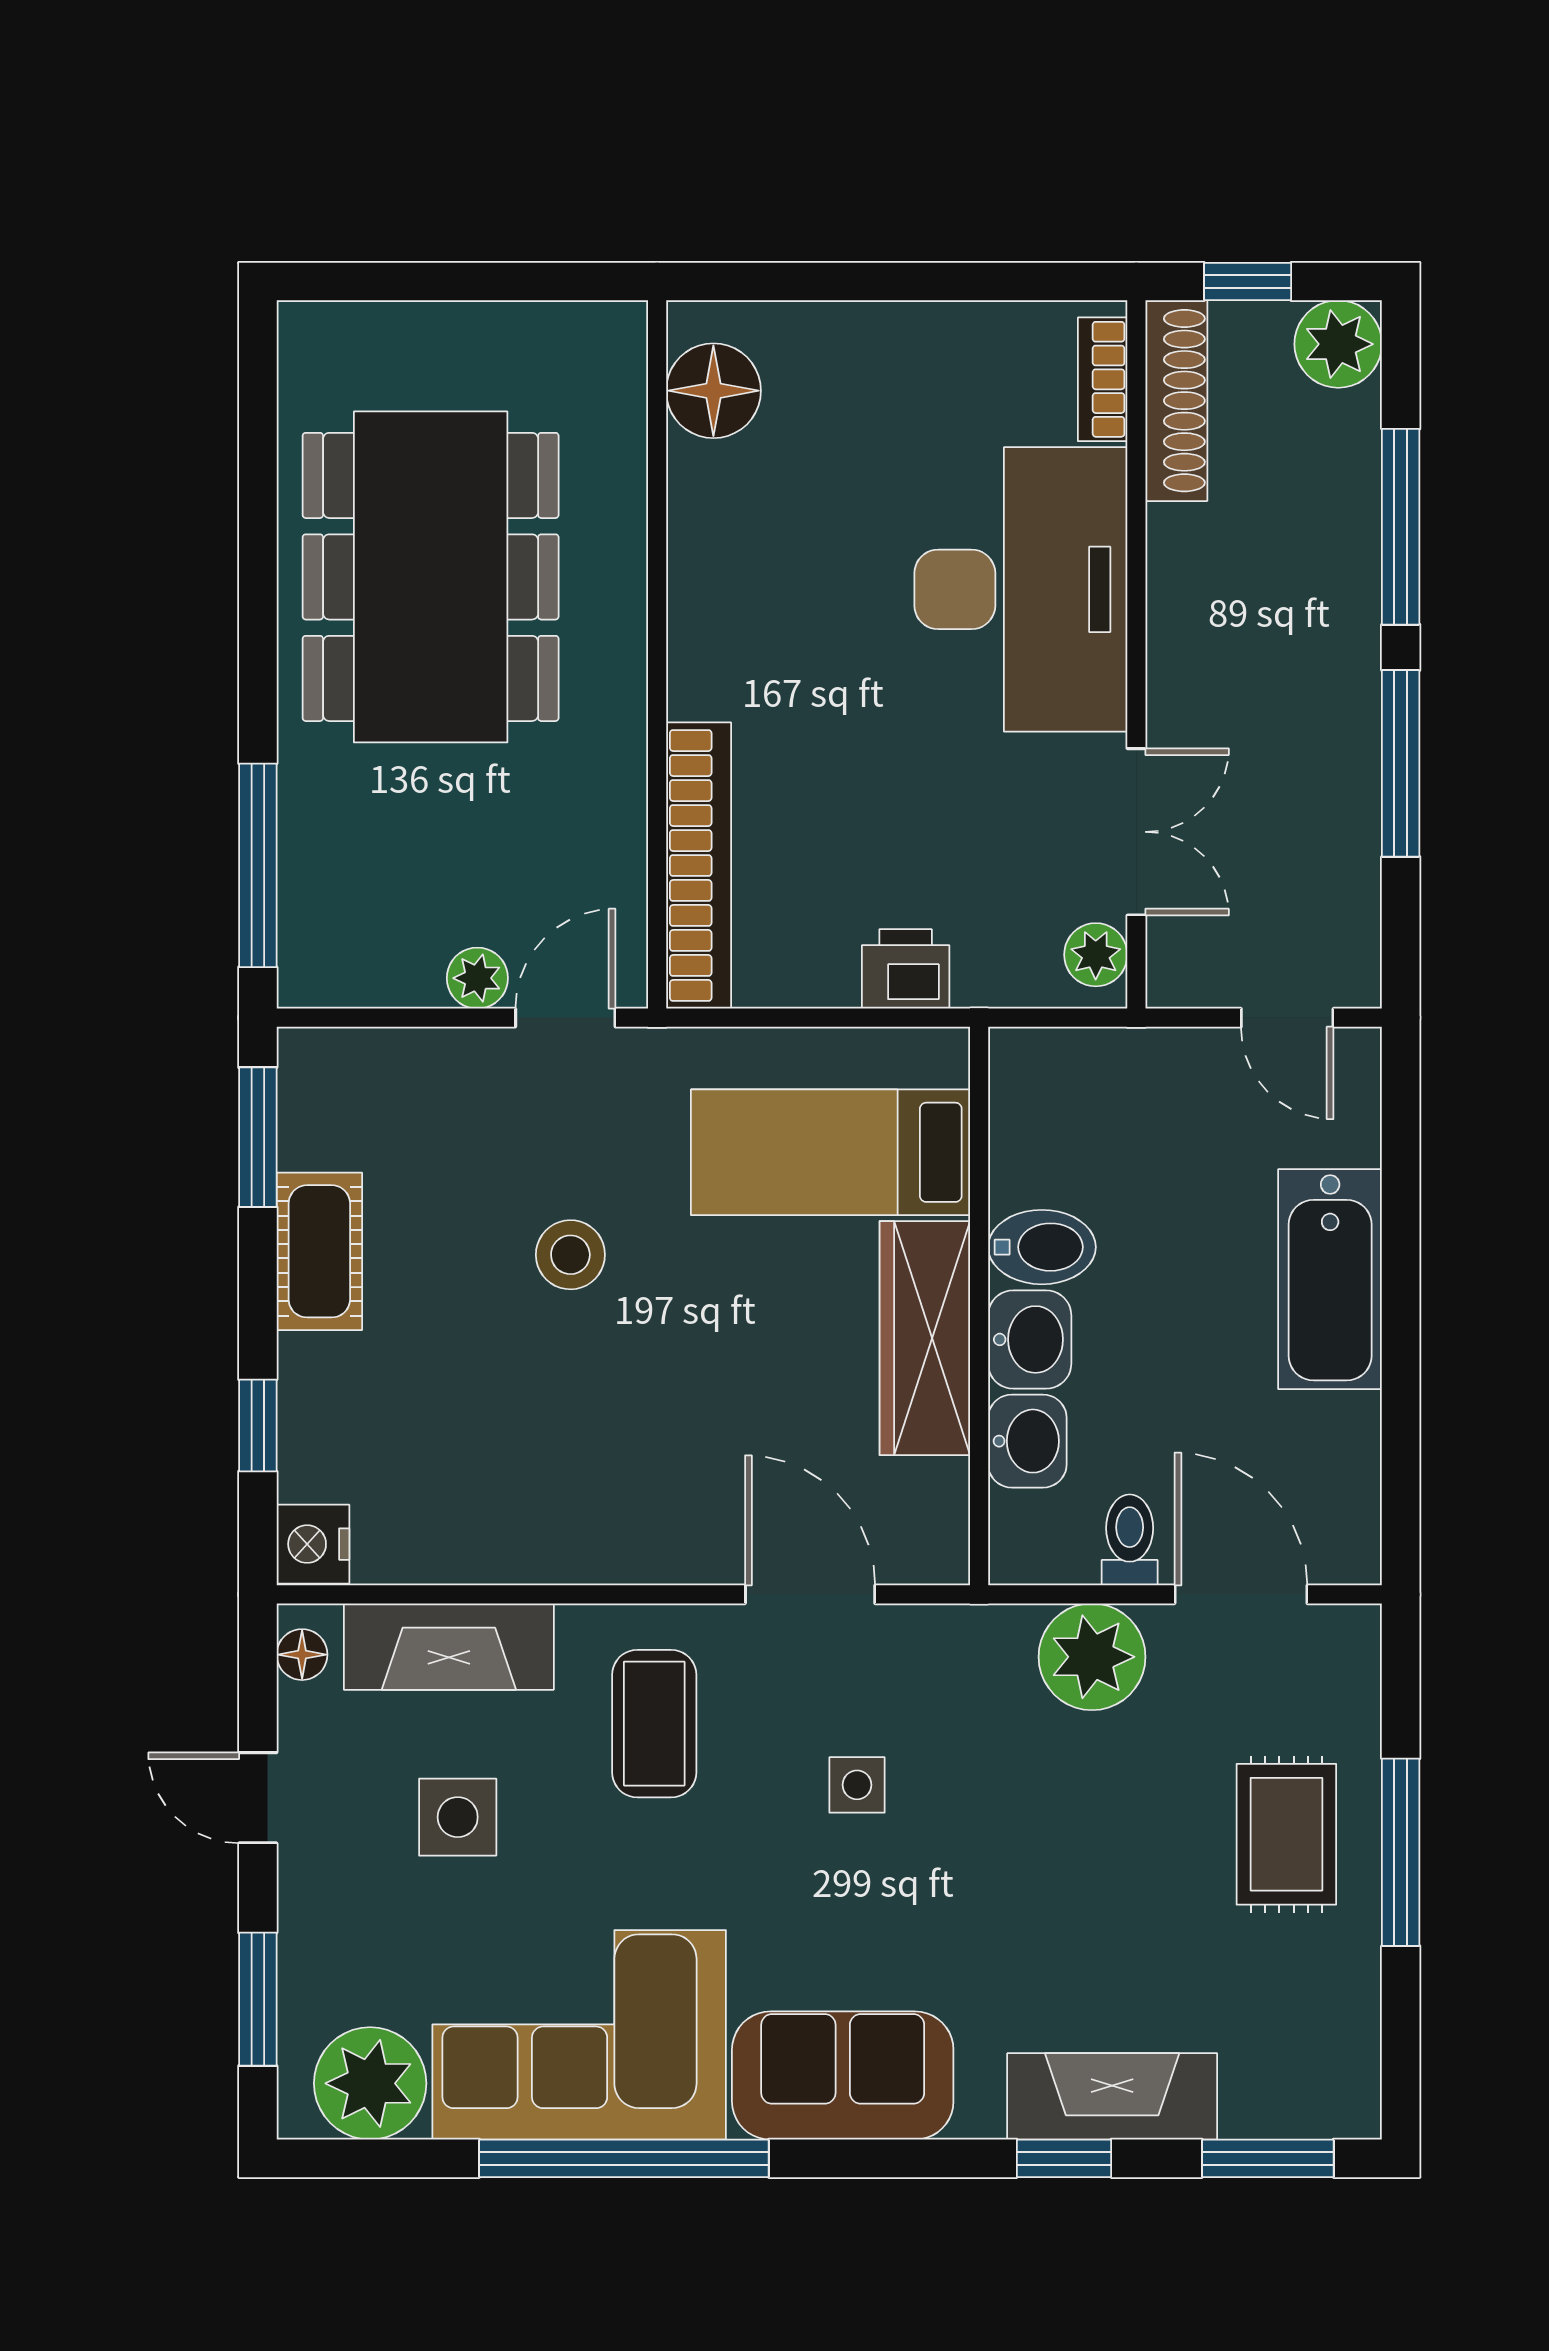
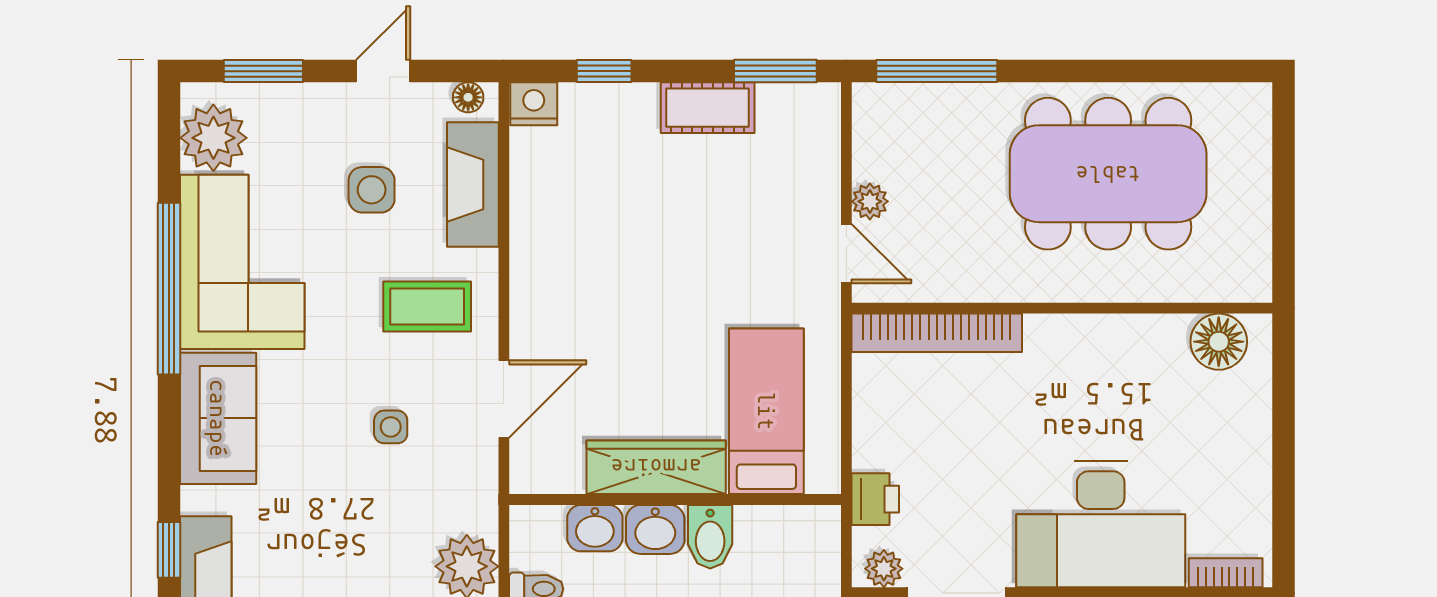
printer: (906, 969) -> (875, 499), moved
stool: (570, 1255) -> (706, 257), removed

